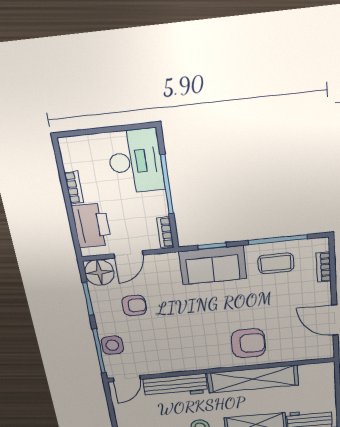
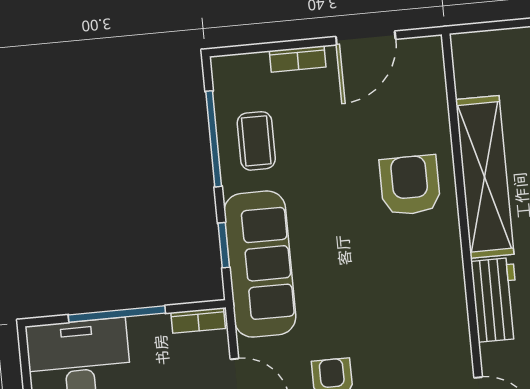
sofa: (213, 265) -> (260, 264), width x1.36
bookcase: (324, 267) -> (298, 59), moved
workbench: (175, 386) -> (496, 300), width x0.73

